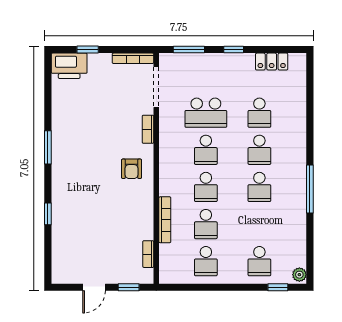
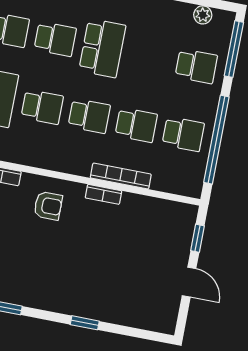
school desk: (259, 187) -> (102, 48), width x1.85
bookcase: (148, 254) -> (103, 194), moved
plant: (299, 275) -> (203, 15), moved
window: (206, 287) -> (216, 140), added
window: (278, 287) -> (234, 49), width x2.17

